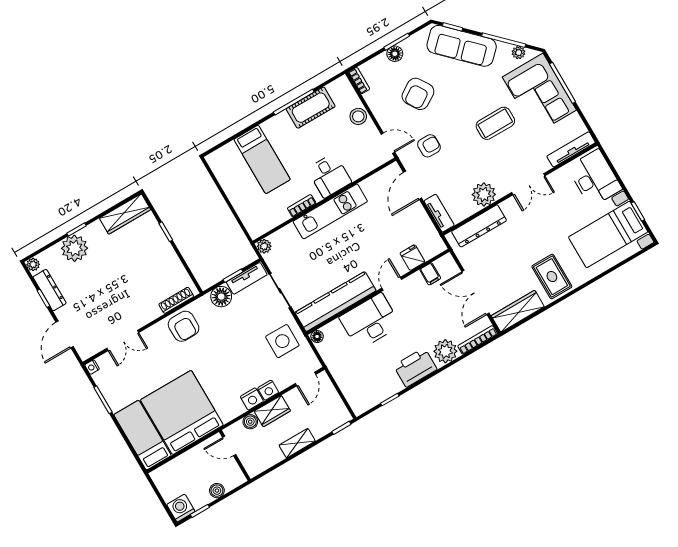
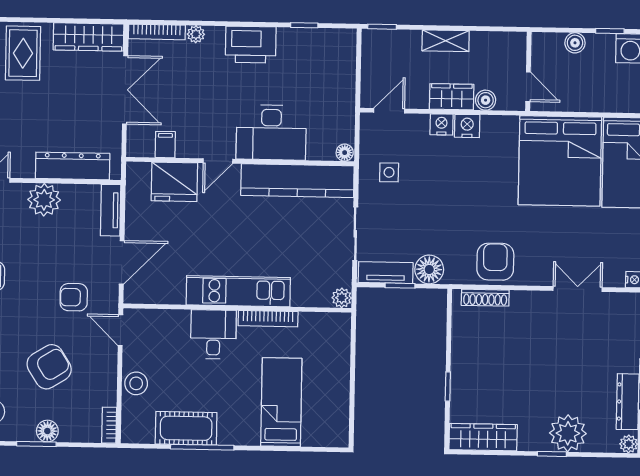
bookcase: (302, 206) -> (268, 319), width x1.56
fridge: (412, 258) -> (174, 182), width x1.88, depth x1.34
side table: (282, 341) -> (389, 172), width x0.54, depth x0.54
plant: (445, 351) -> (196, 34), width x0.53, depth x0.53

